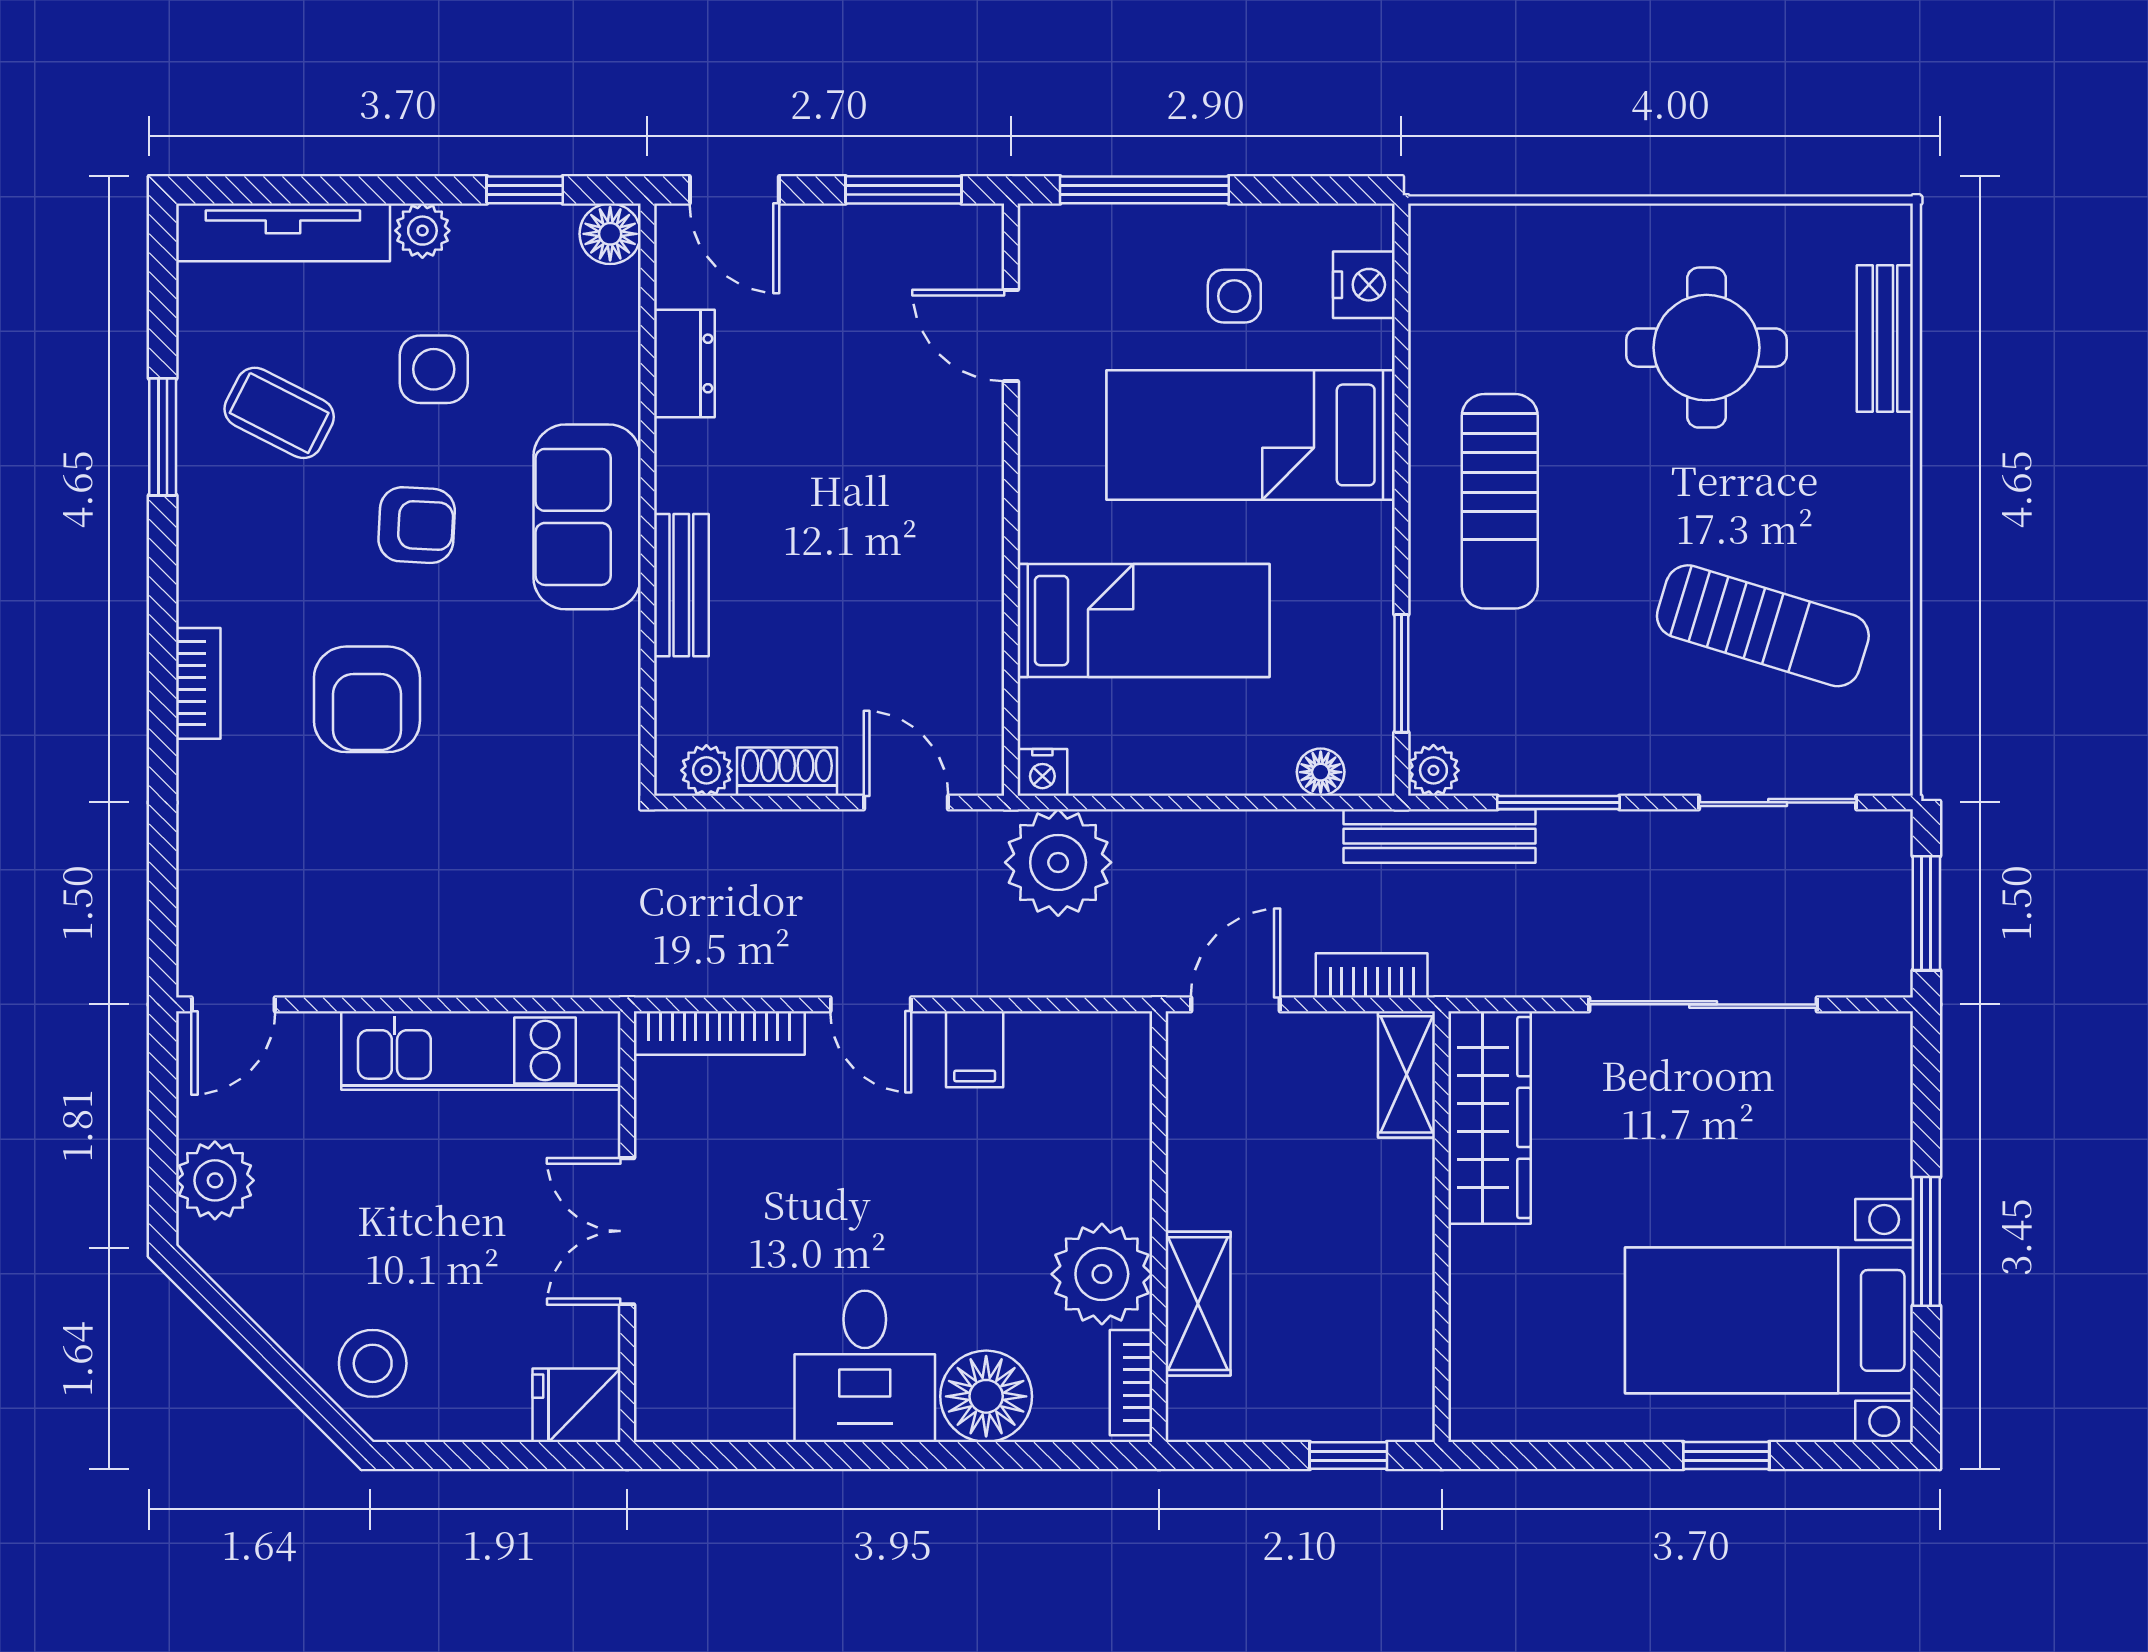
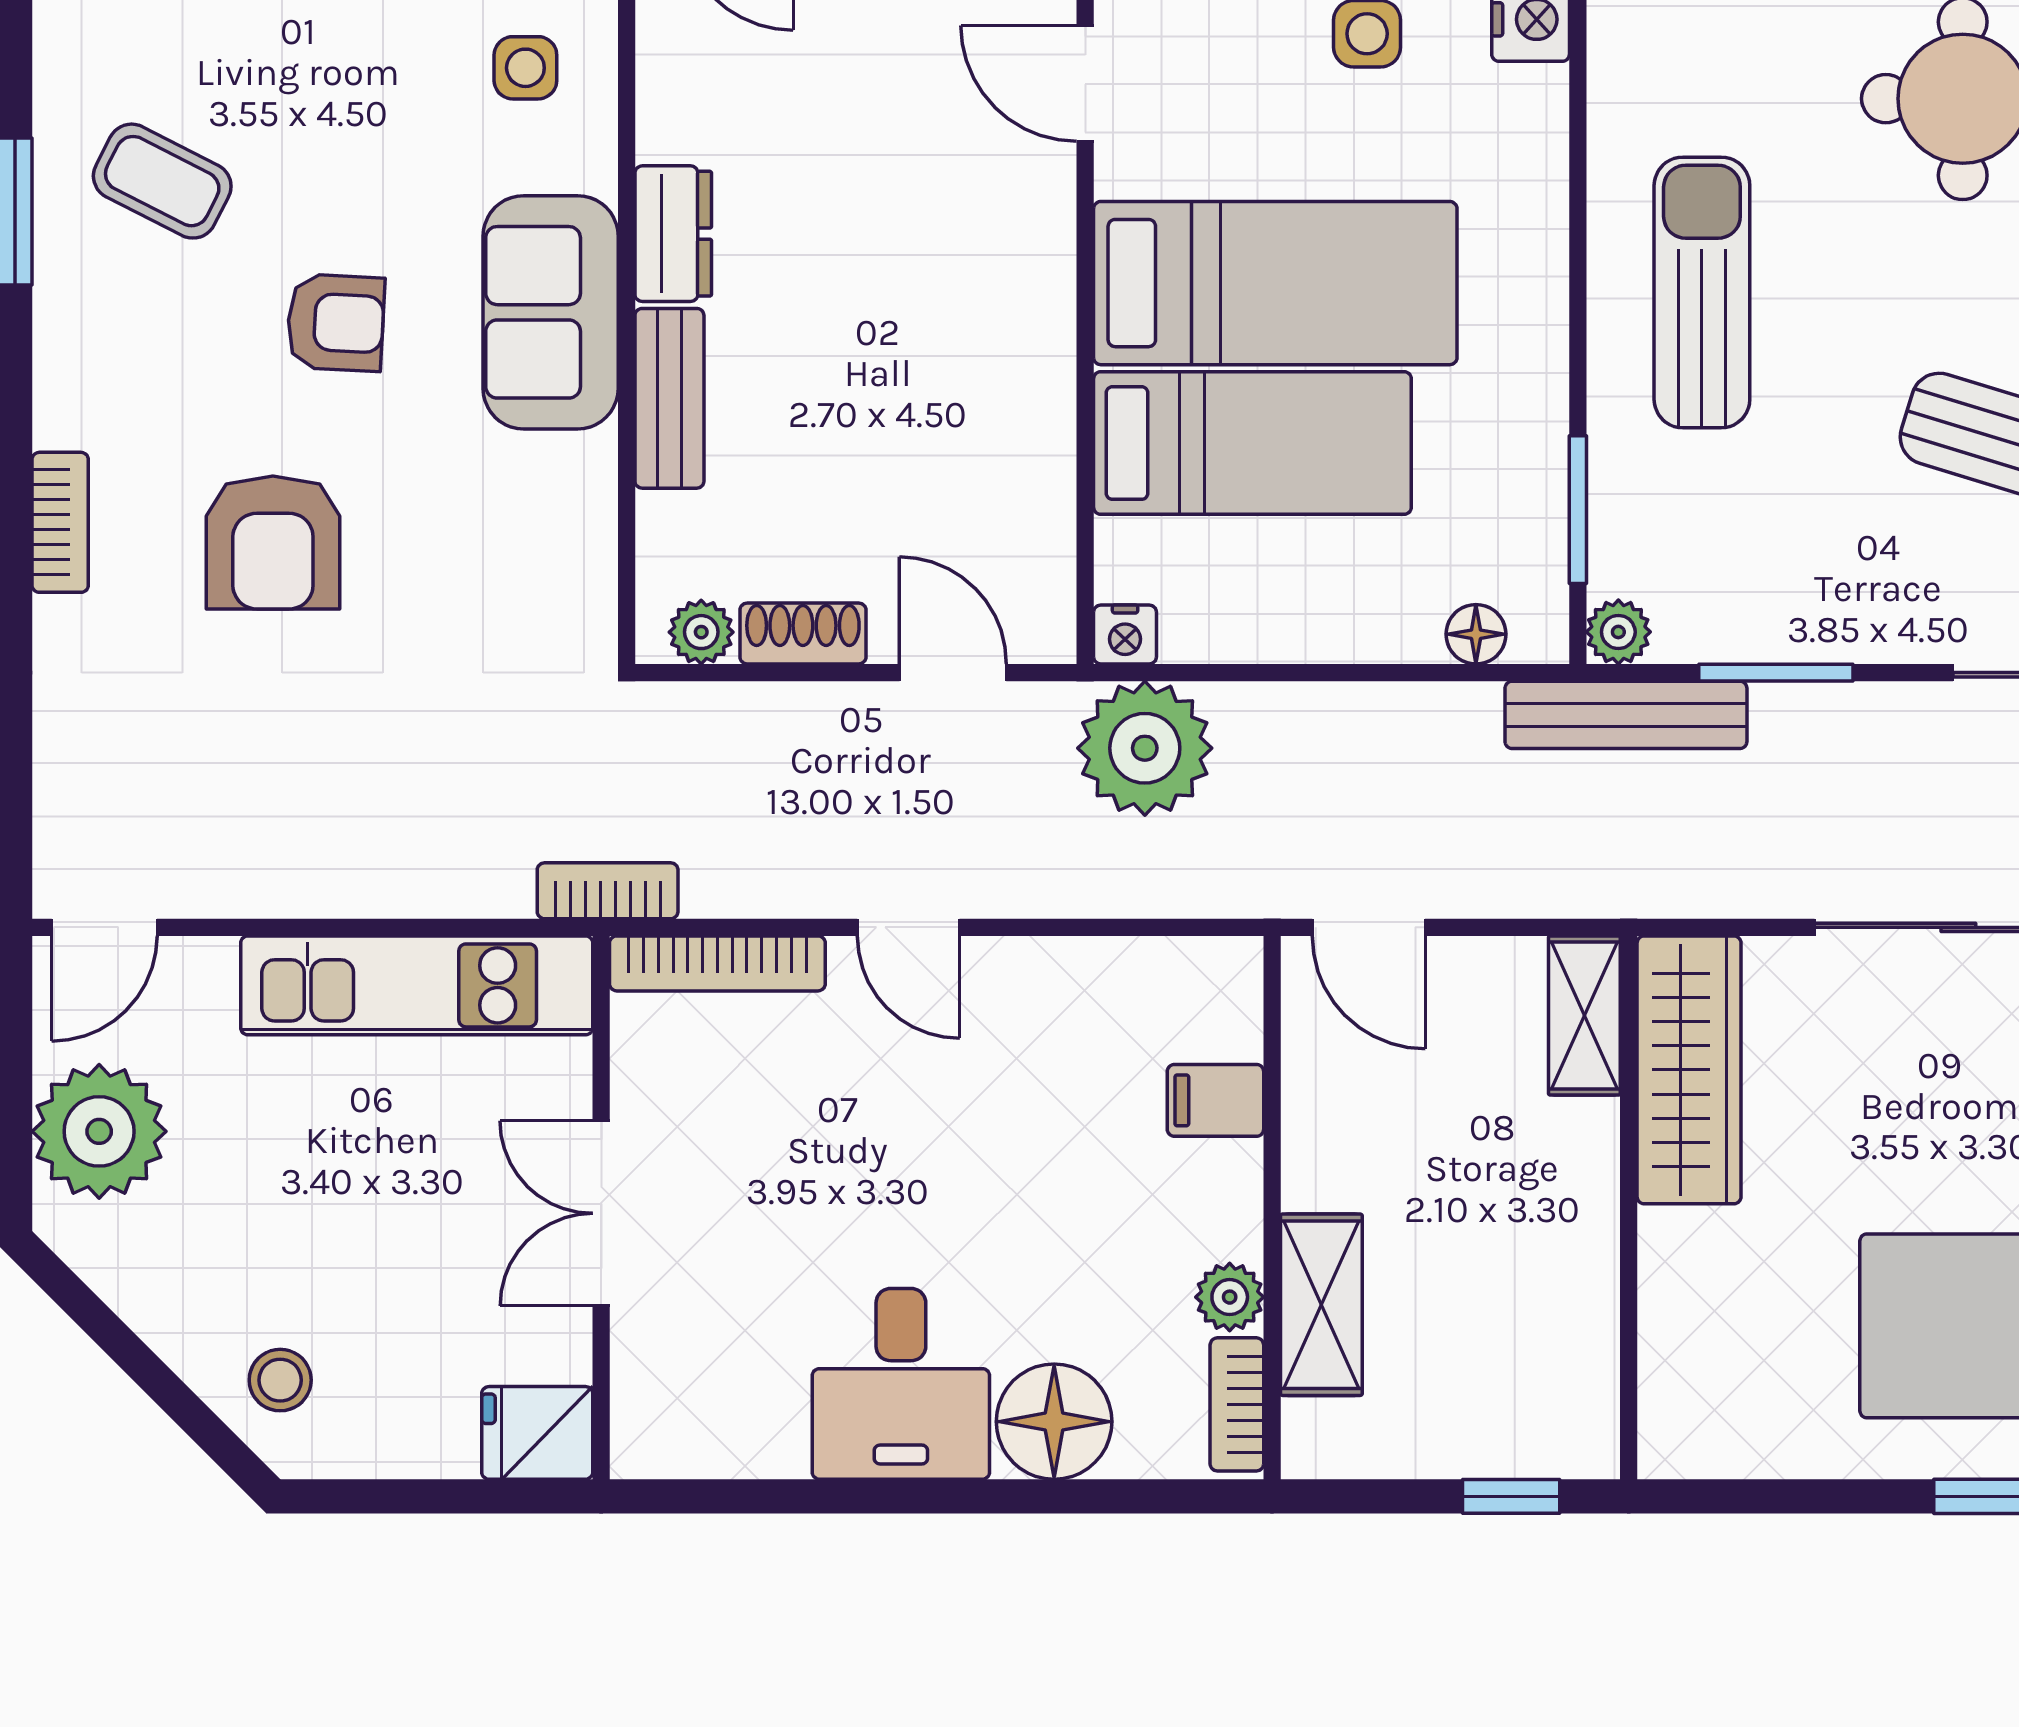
dresser: (684, 363) -> (673, 234), moved
side table: (434, 369) -> (525, 68), moved, width x0.73, depth x0.73
bed: (1251, 435) -> (1275, 283), moved, turned 180
sun lounger: (1500, 501) -> (1702, 292), turned 180
bookcase: (1372, 975) -> (608, 891), moved
door: (1235, 1004) -> (1369, 927), swing flipped
filing cabinet: (975, 1049) -> (1215, 1100), moved, turned 90
plant: (215, 1180) -> (99, 1131), width x1.36, depth x1.36
plant: (1102, 1274) -> (1230, 1297), width x0.53, depth x0.53
stool: (373, 1363) -> (280, 1380), width x0.73, depth x0.73

